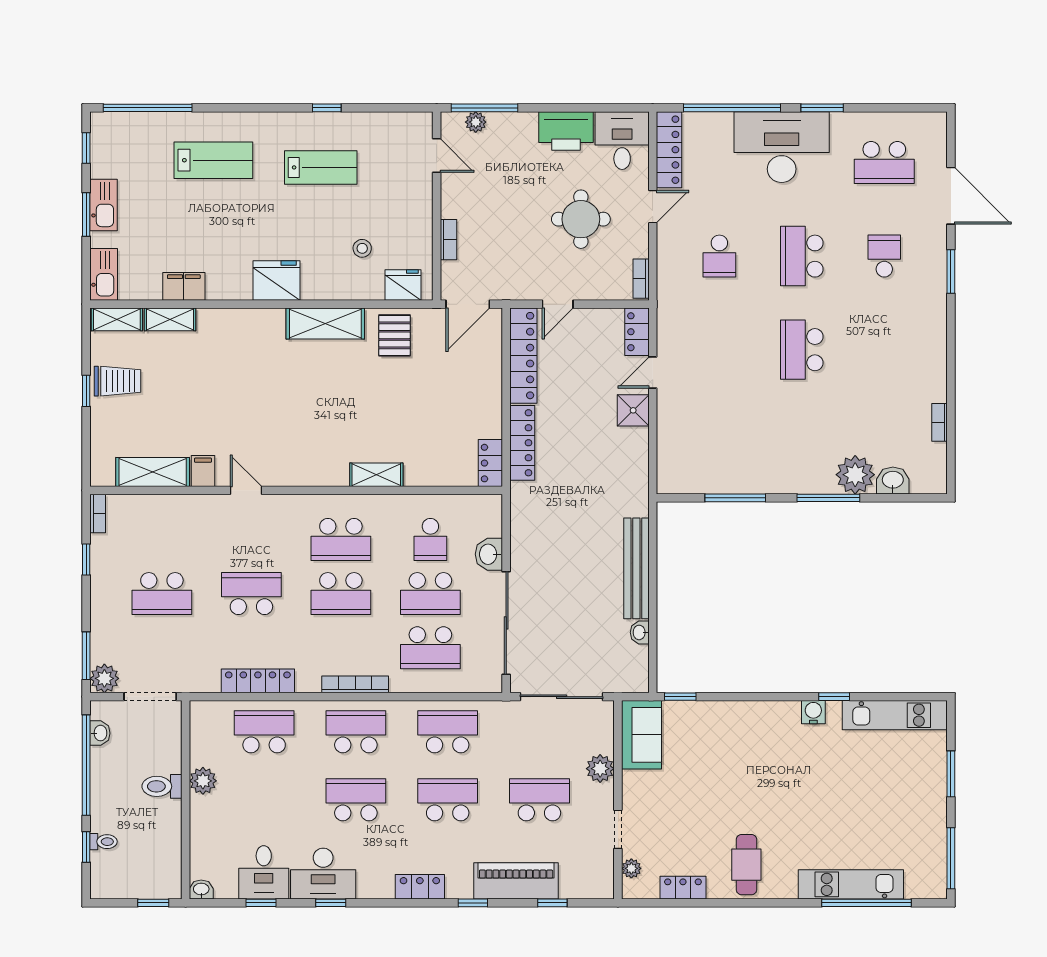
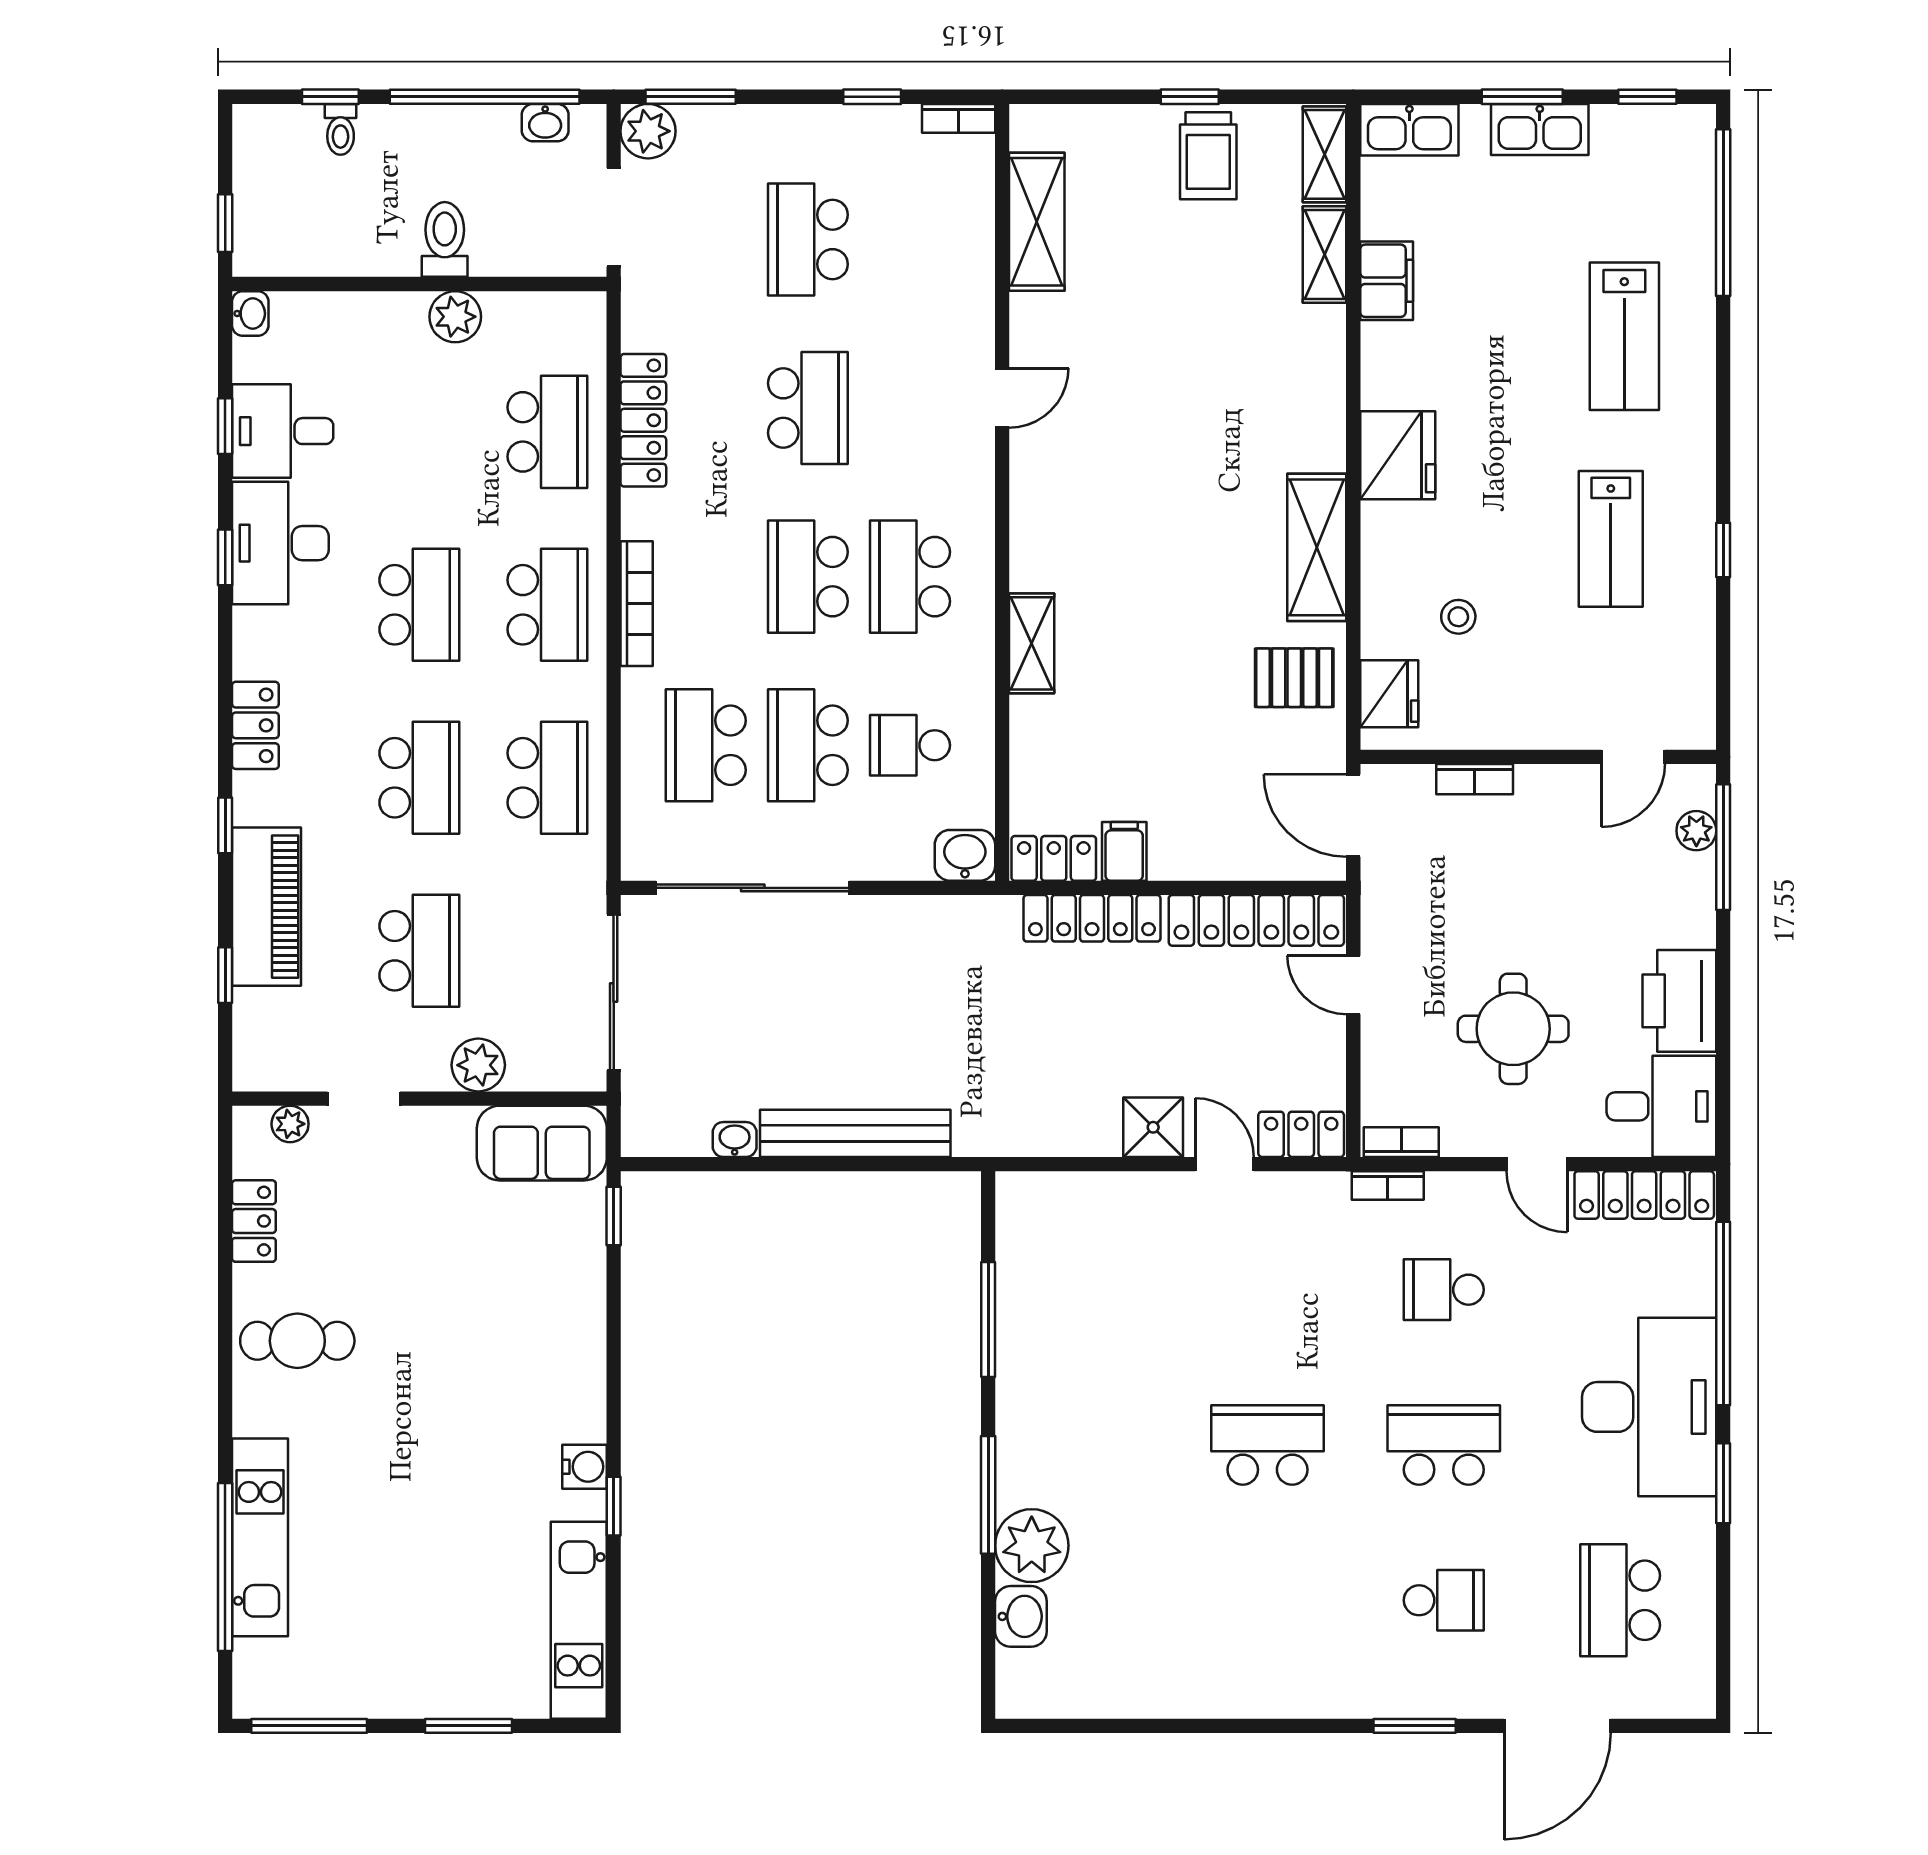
bookcase: (940, 422) -> (1388, 1185), moved, turned 180
filing cabinet: (203, 471) -> (1124, 851), moved, turned -90
washbasin: (489, 554) -> (965, 855), moved

